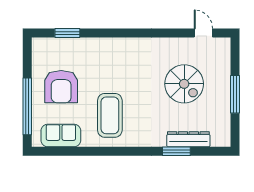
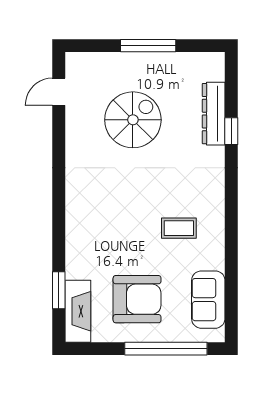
fireplace: (53, 46) -> (78, 311), added
coffee table: (110, 115) -> (179, 228), width x0.54, depth x0.58
window: (176, 151) -> (231, 131), width x0.67

